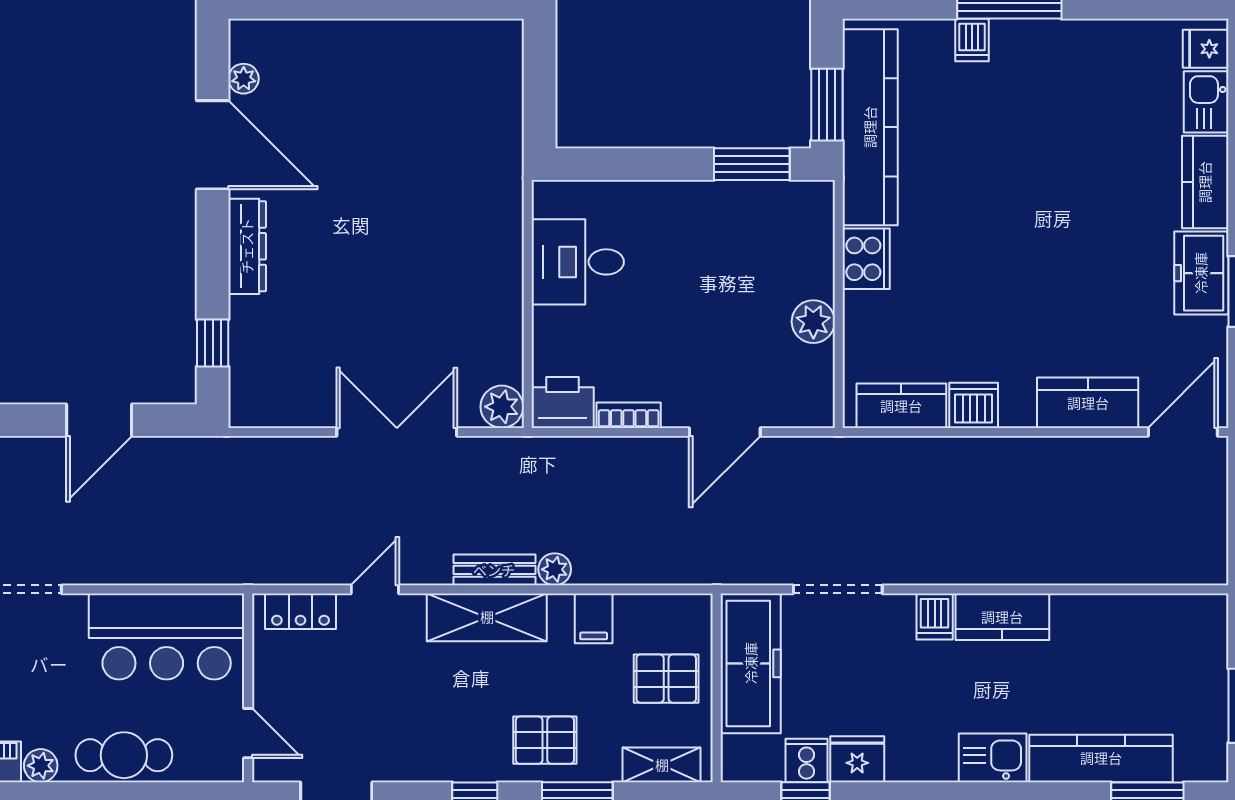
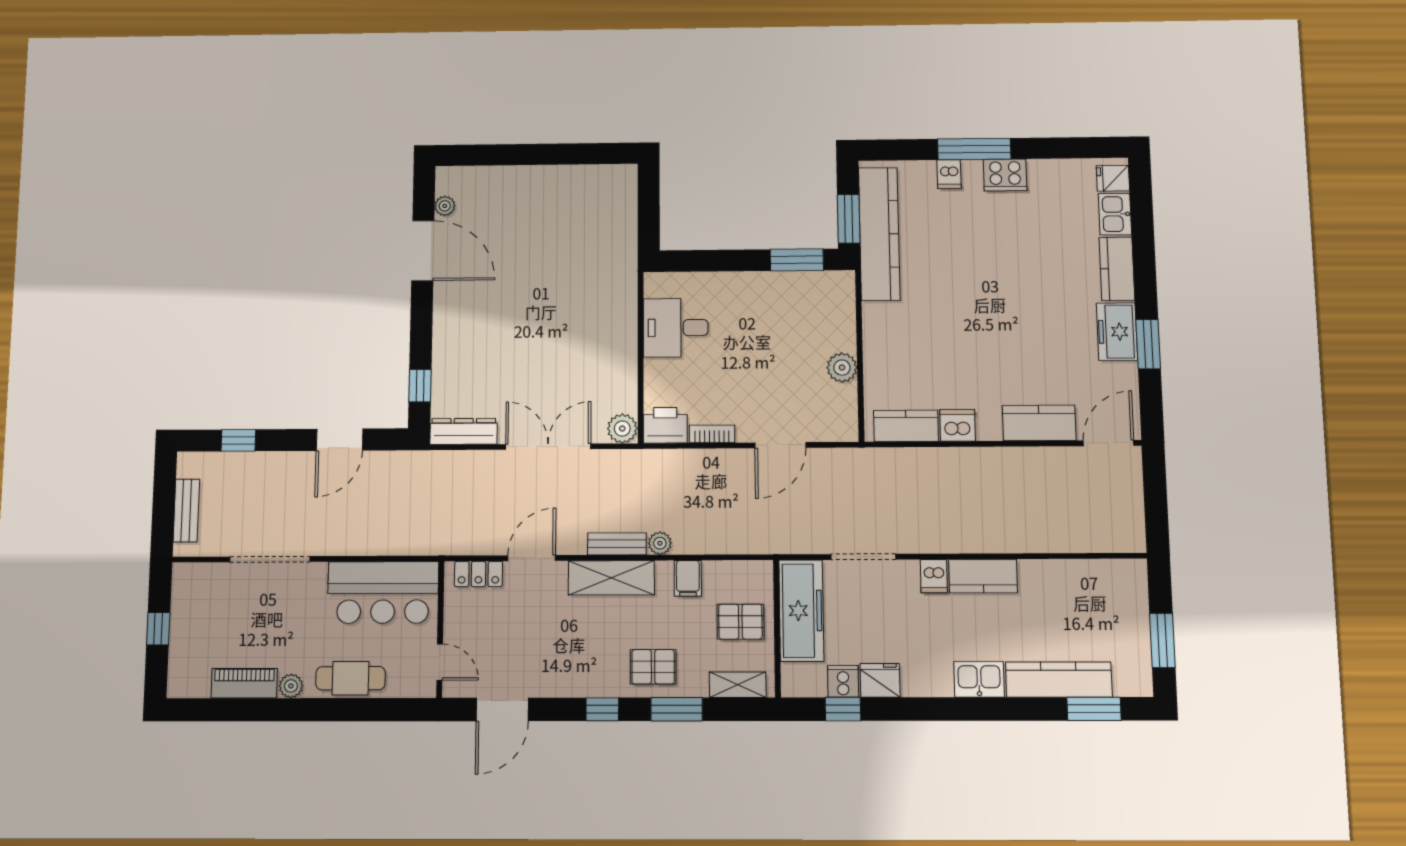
dresser: (247, 246) -> (464, 431), moved, turned -90
cooker: (866, 259) -> (1005, 175), moved, turned 90
door: (375, 589) -> (532, 558), width x1.37

